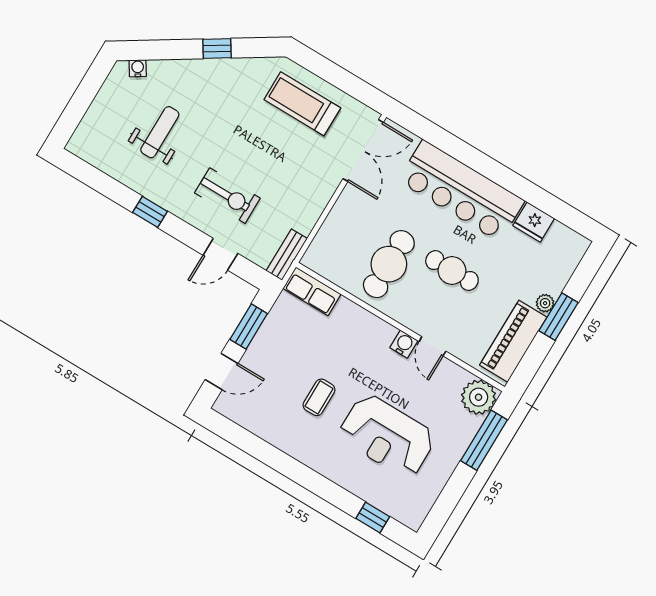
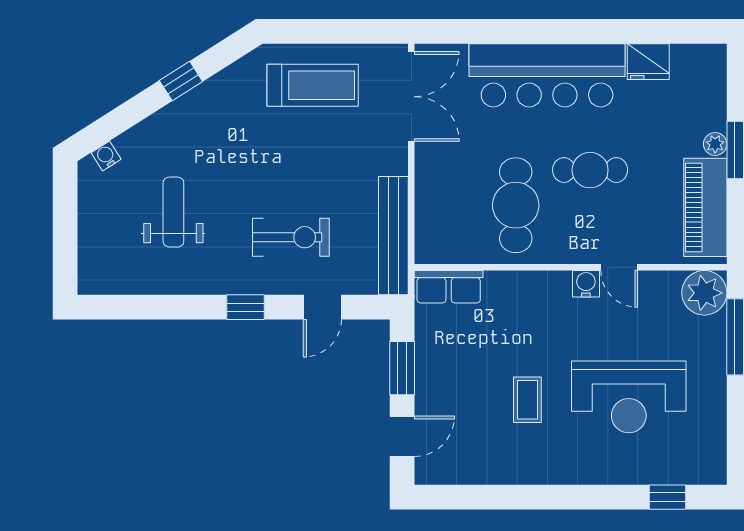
treadmill: (302, 104) -> (313, 85), turned 180
window: (150, 212) -> (245, 307), moved
bench: (287, 255) -> (393, 236), width x1.86, depth x1.21

